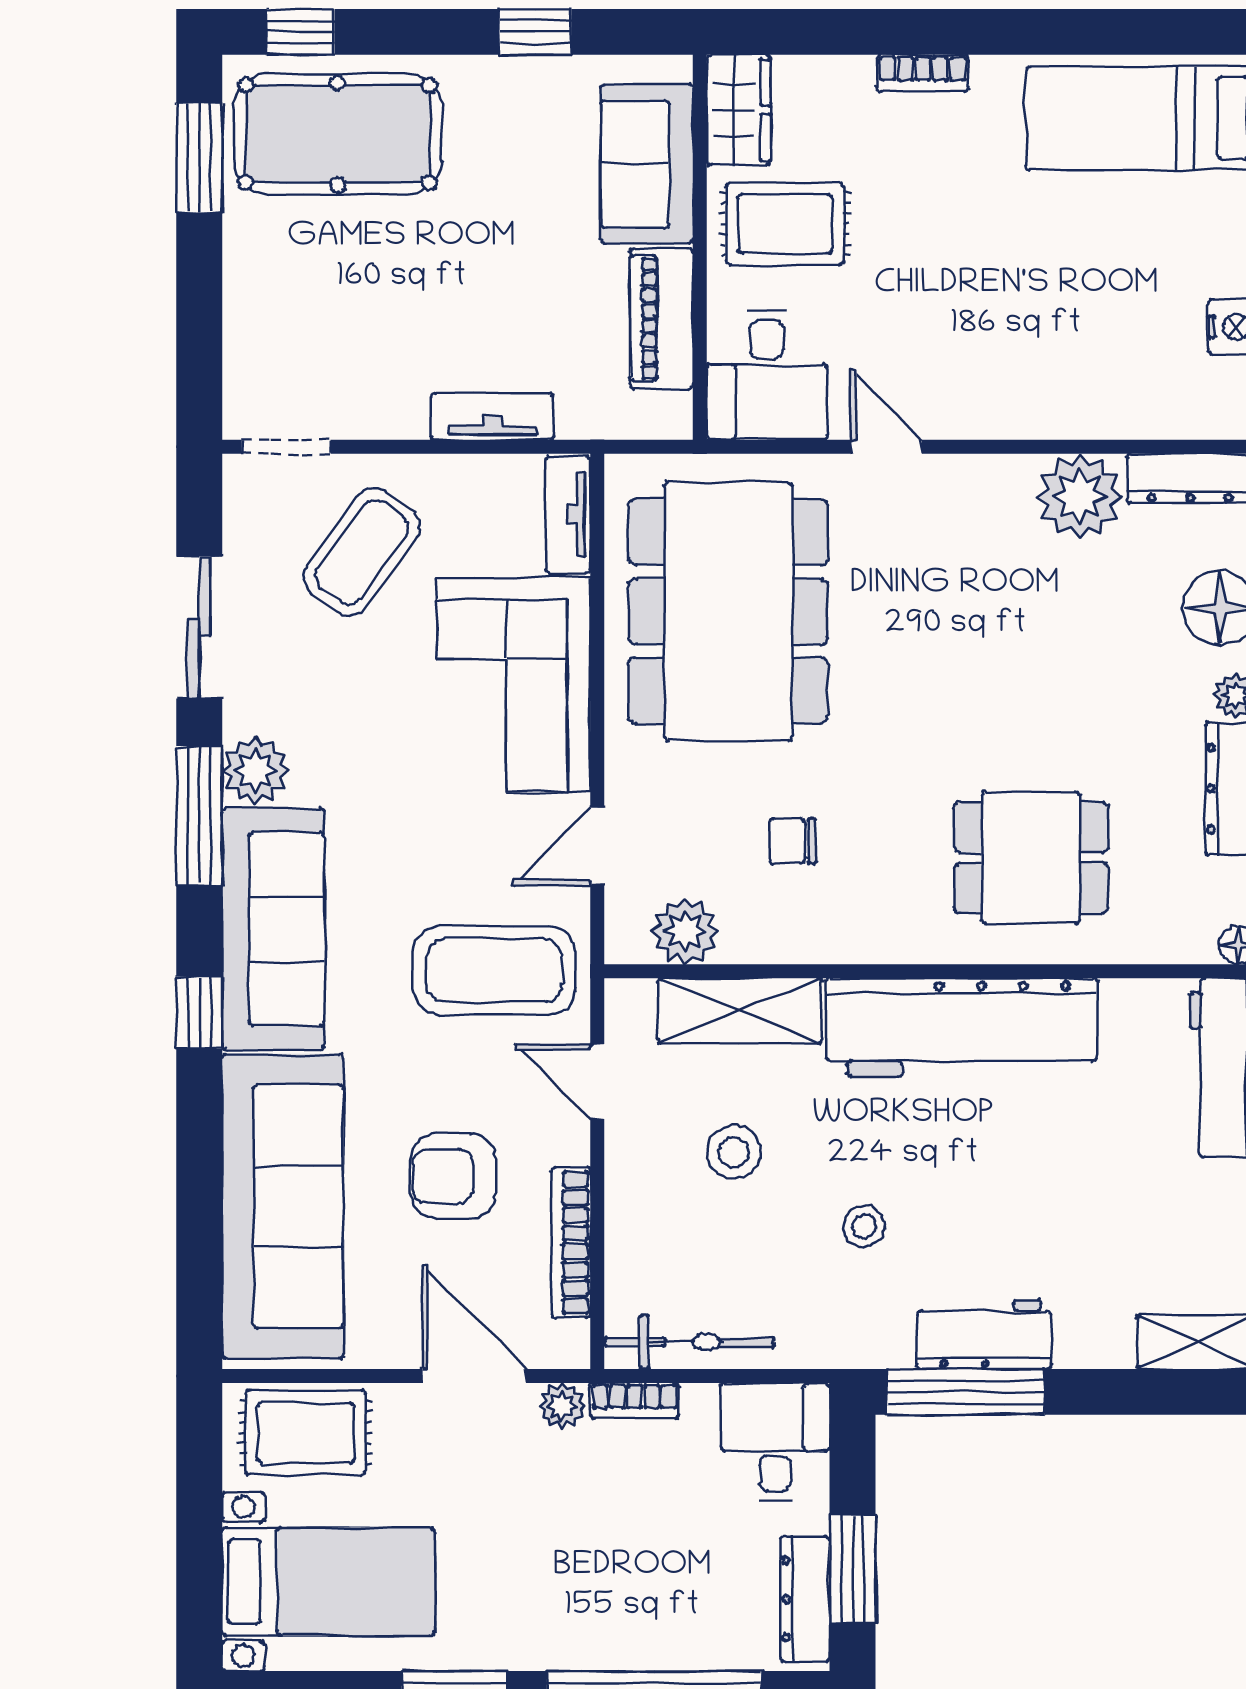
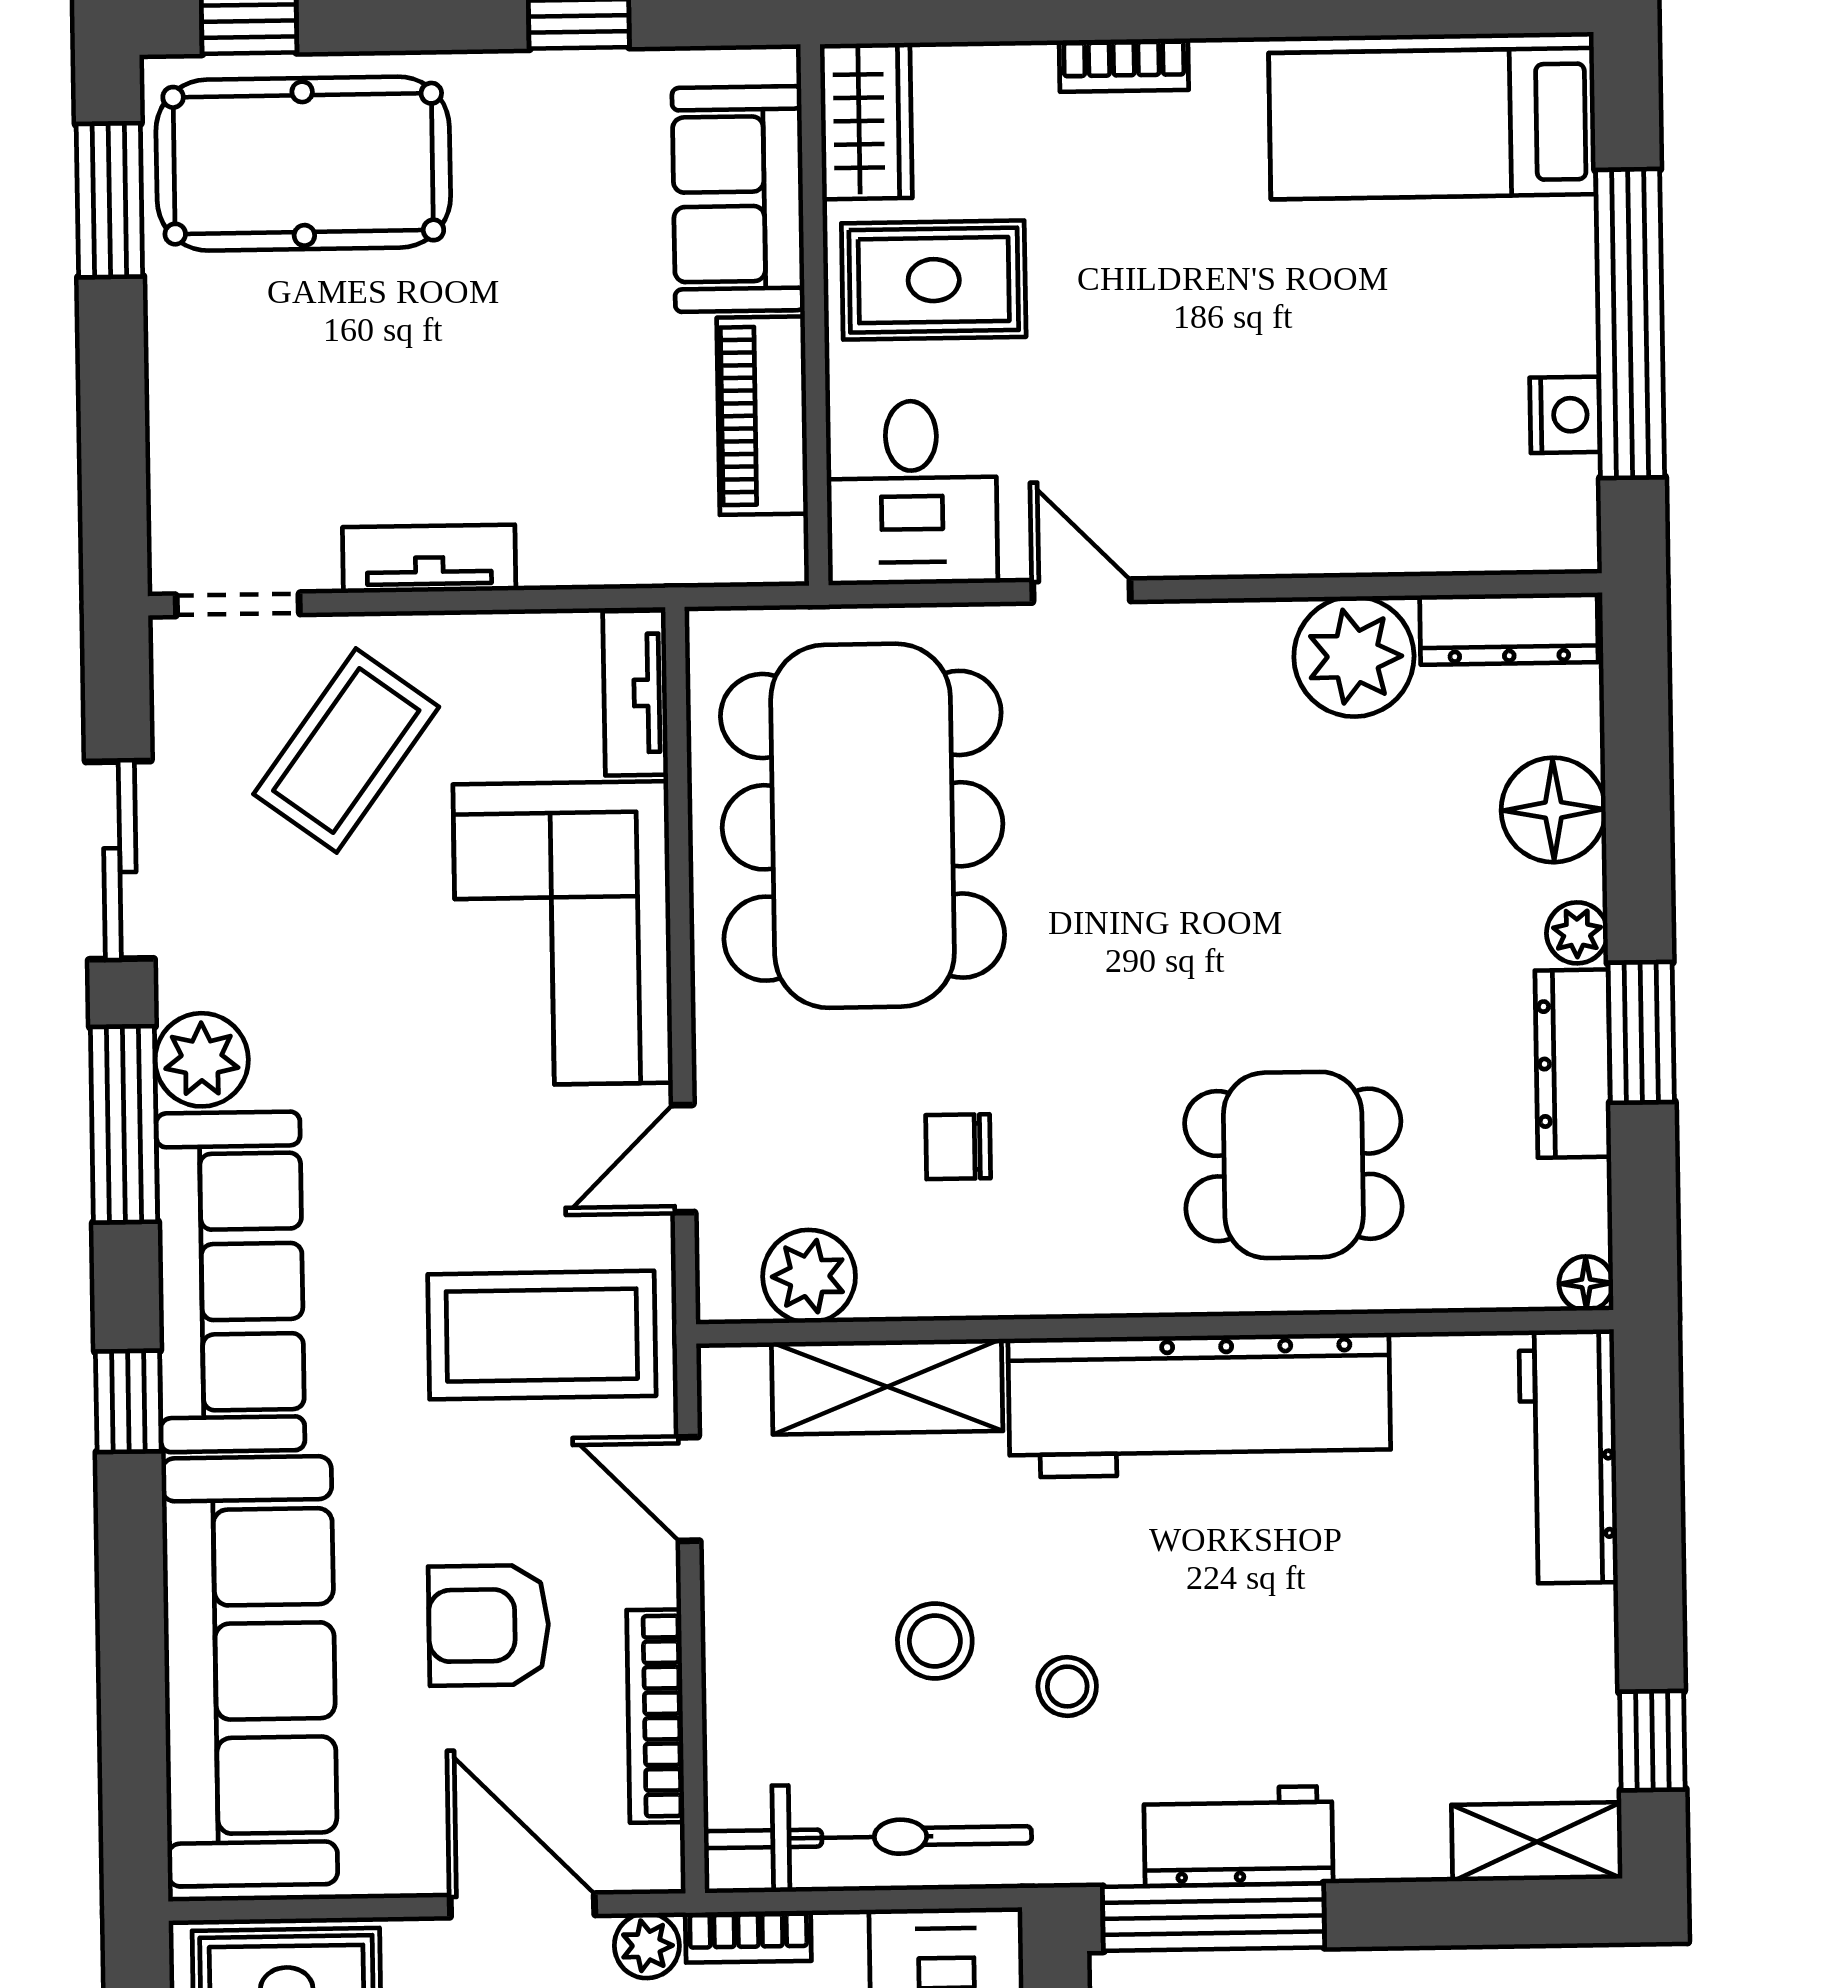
tv unit: (492, 417) -> (429, 559), moved
stool: (734, 1152) -> (935, 1641), moved
bicycle: (689, 1342) -> (868, 1837), width x1.37, depth x1.40

